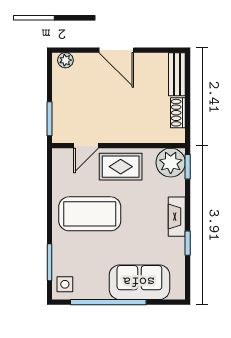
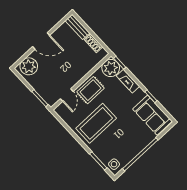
plant: (65, 60) -> (29, 66), width x1.87, depth x1.87
fireplace: (177, 217) -> (128, 81), moved
sofa: (139, 282) -> (152, 115), moved, turned -90

